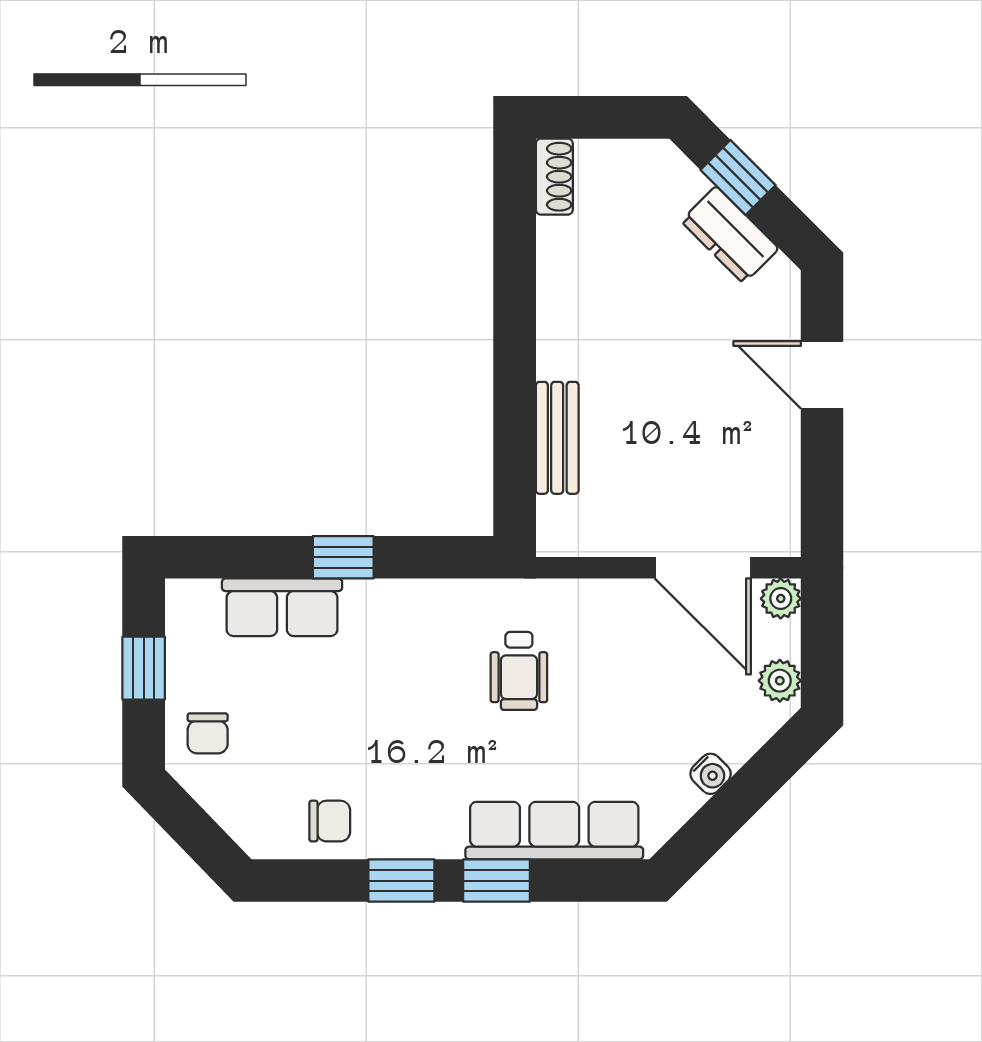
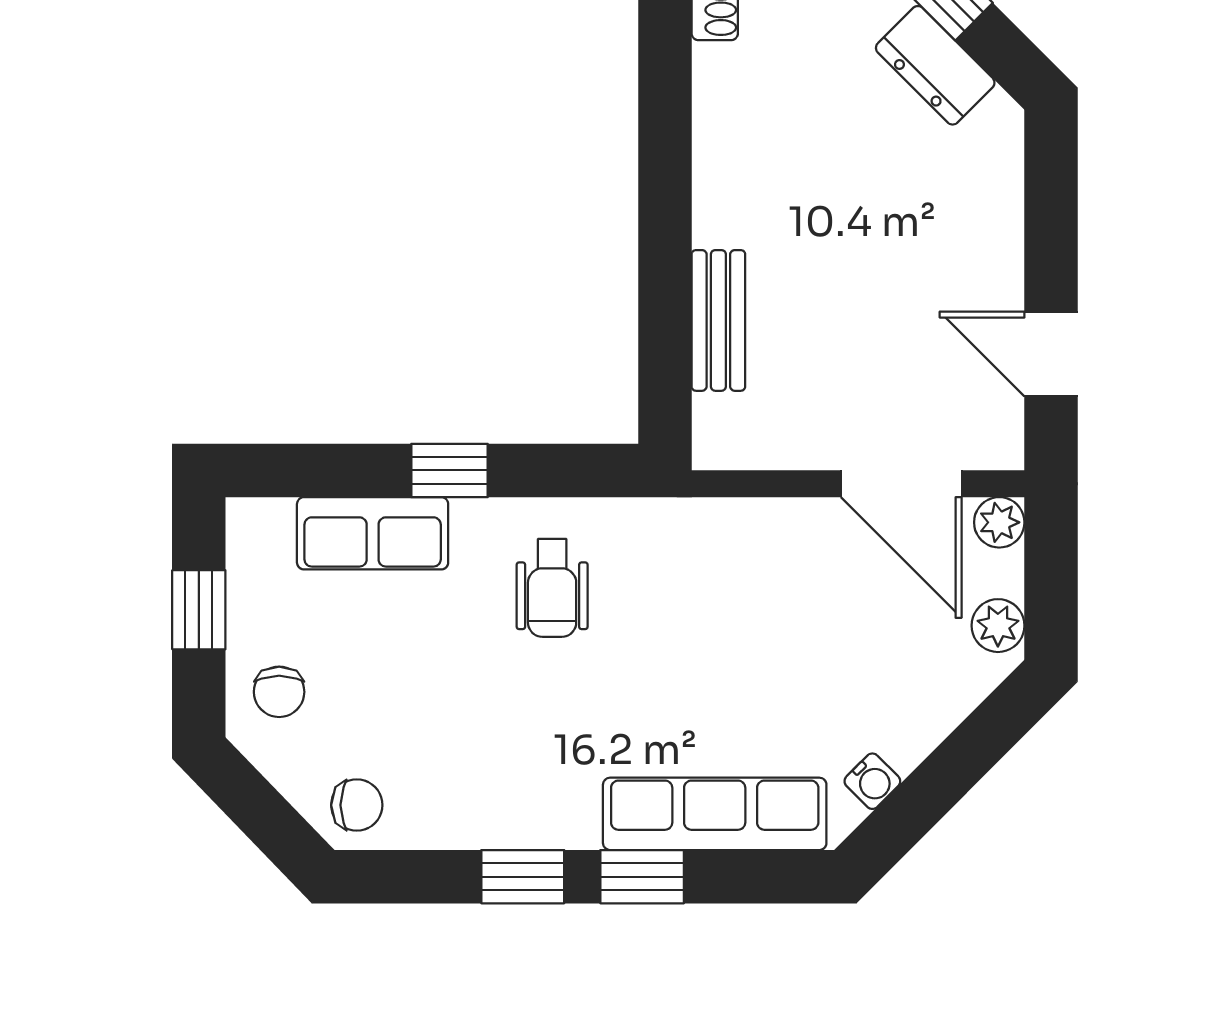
door: (822, 375) -> (1051, 354), moved
wheelchair: (519, 671) -> (552, 588), moved
water cooler: (711, 774) -> (872, 781), moved
chair: (330, 821) -> (357, 805), moved

